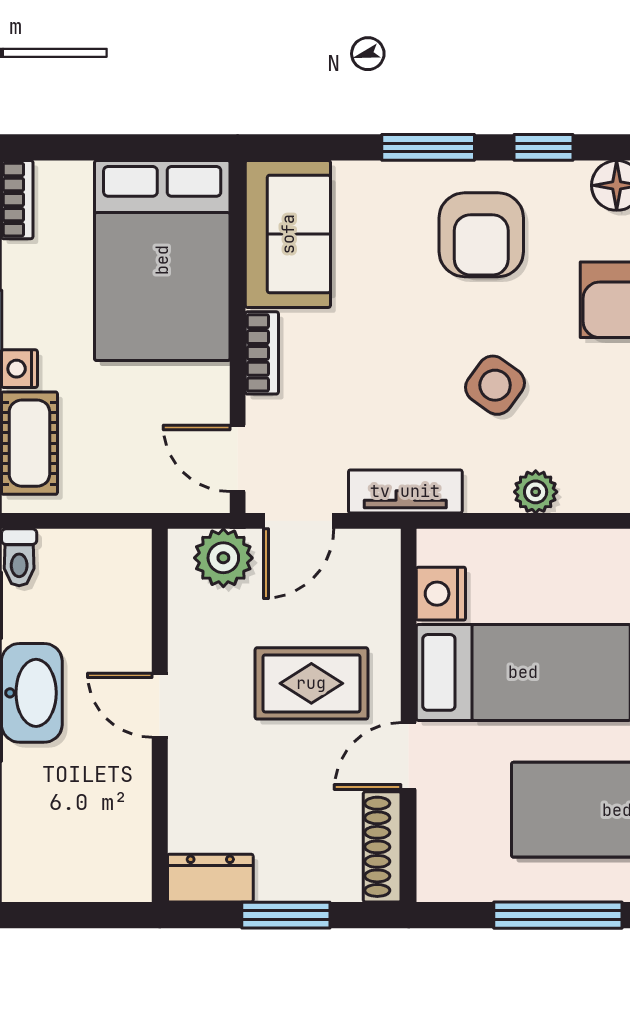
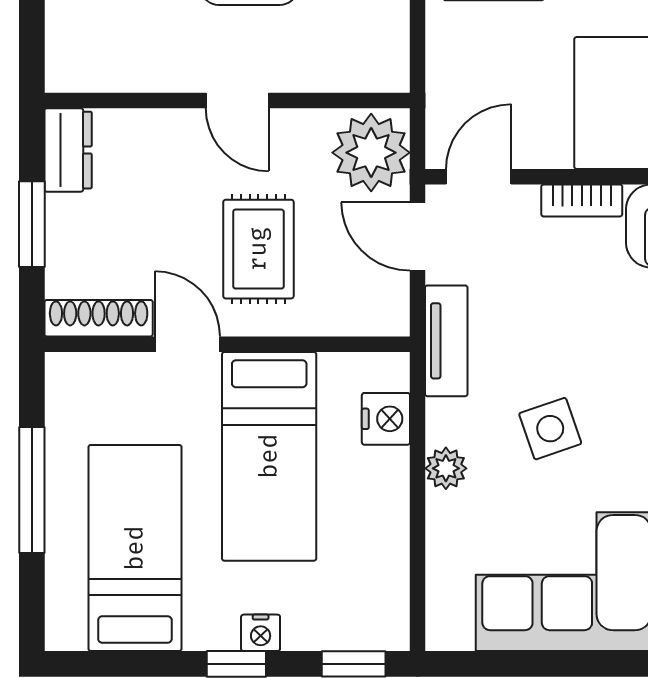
side table: (495, 385) -> (550, 429), turned 35
plant: (223, 558) -> (371, 153), width x1.36, depth x1.36
nightstand: (441, 594) -> (386, 419), moved, turned 90
door: (160, 705) -> (237, 101), swing flipped

